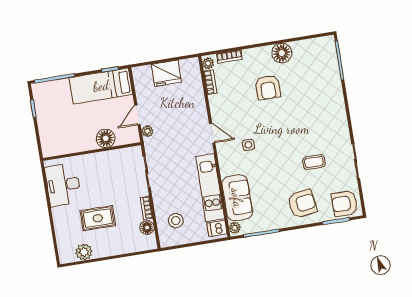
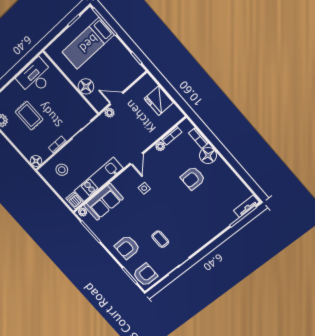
tv unit: (330, 51) -> (246, 206), added
floor lamp: (282, 53) -> (208, 155), moved
plant: (208, 63) -> (160, 146), moved
bed: (101, 86) -> (88, 43), moved, turned -90
armchair: (345, 203) -> (145, 275), turned 90
armchair: (302, 204) -> (127, 247), turned 98
floor lamp: (147, 228) -> (36, 161), moved

